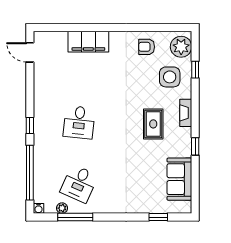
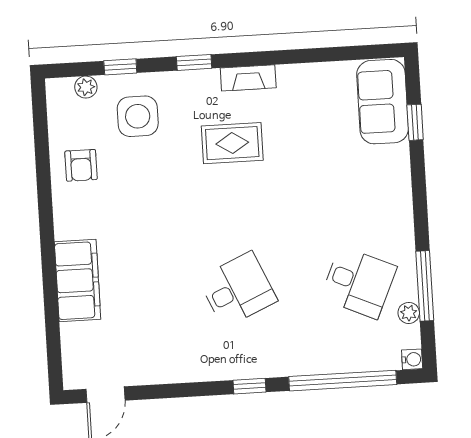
plant: (181, 47) -> (86, 87), width x0.53, depth x0.53
fireplace: (186, 113) -> (248, 78), moved
desk: (79, 122) -> (238, 290), turned -30
window: (195, 146) -> (194, 62), moved
sofa: (179, 179) -> (383, 102), moved, turned 90

